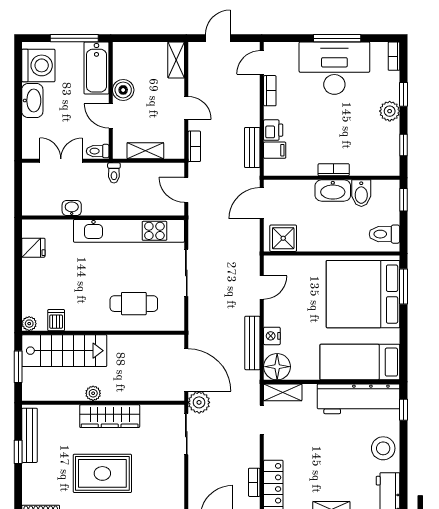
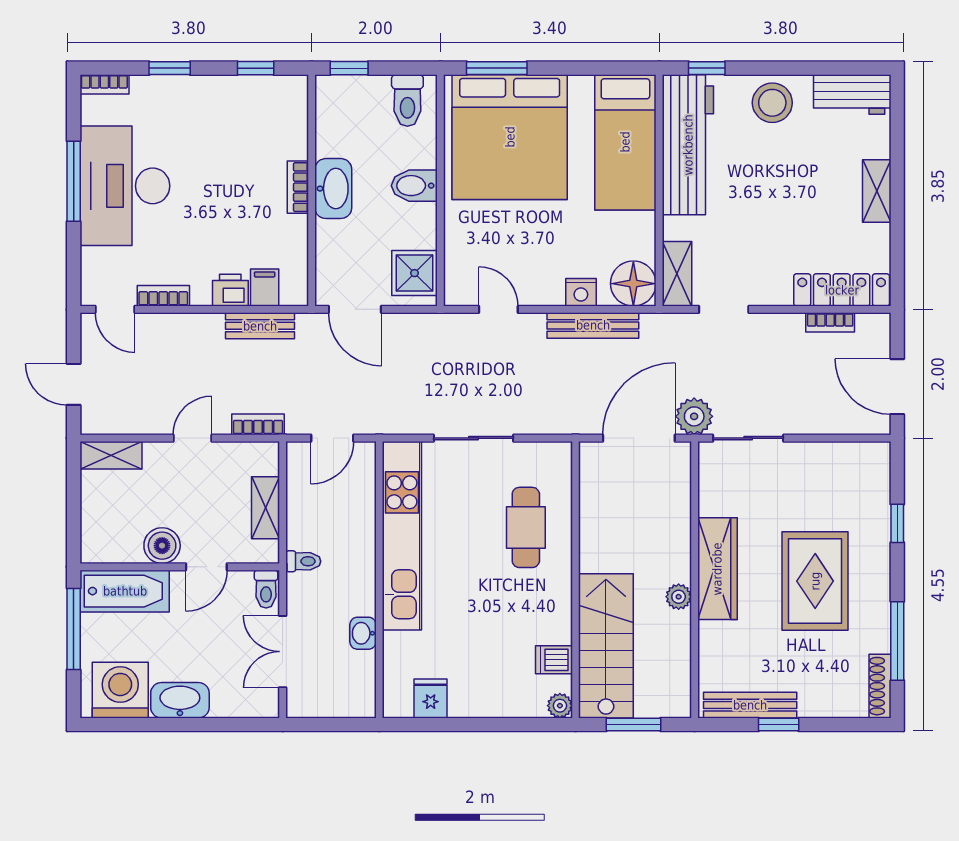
plant: (390, 111) -> (198, 92), removed
bidet: (361, 193) -> (414, 186), moved, turned 180

